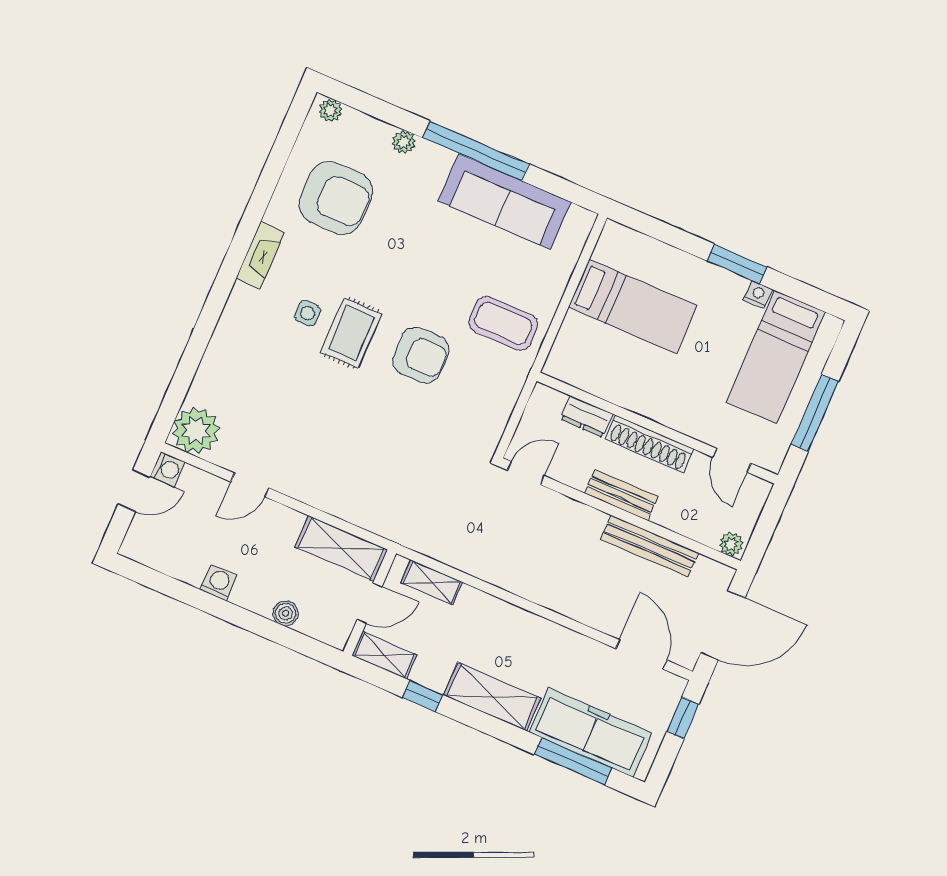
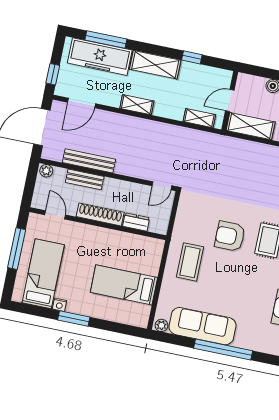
plant: (404, 142) -> (161, 325), moved
coffee table: (503, 323) -> (190, 262), turned 90
bench: (621, 495) -> (85, 179), moved
door: (641, 654) -> (81, 103), hinge flipped
shelving: (384, 655) -> (137, 105), moved

